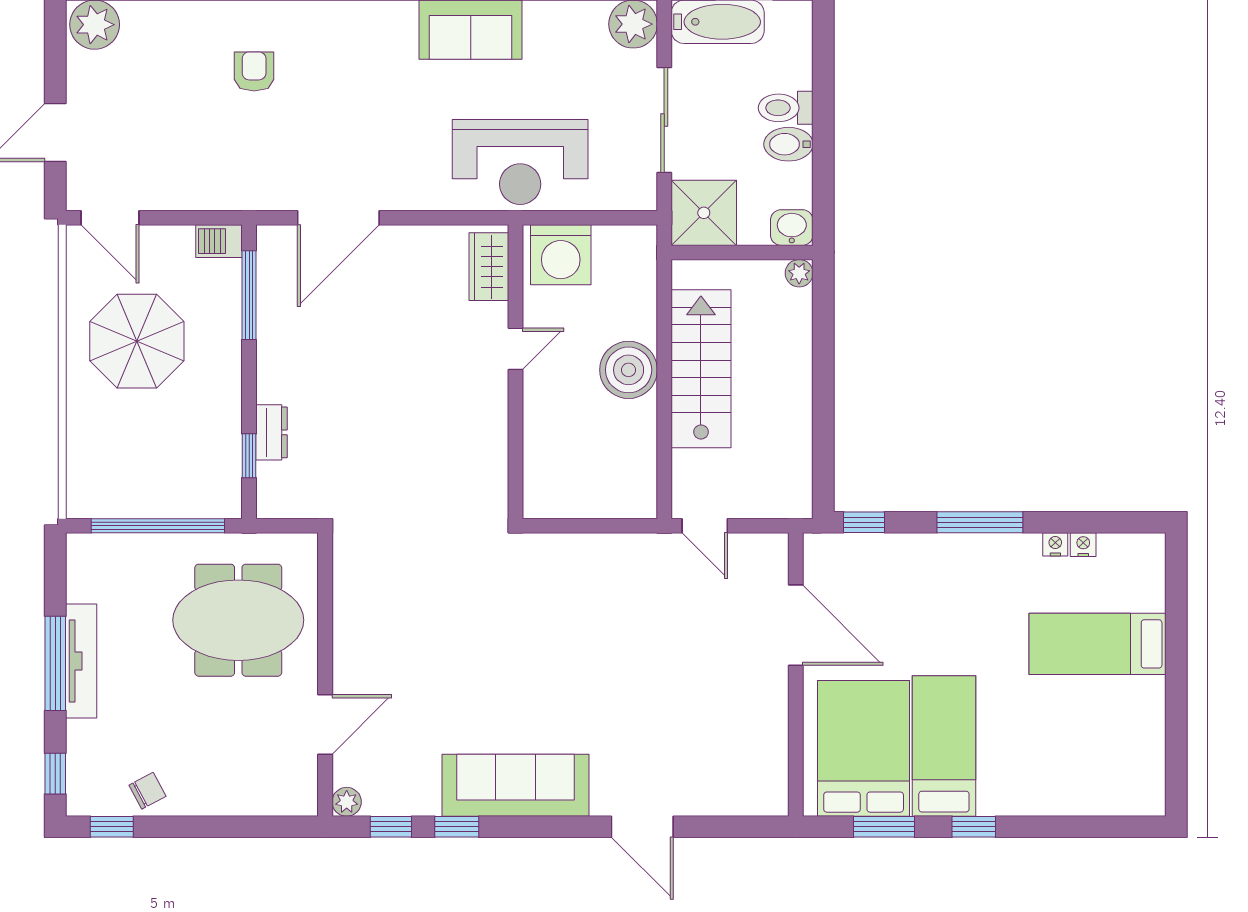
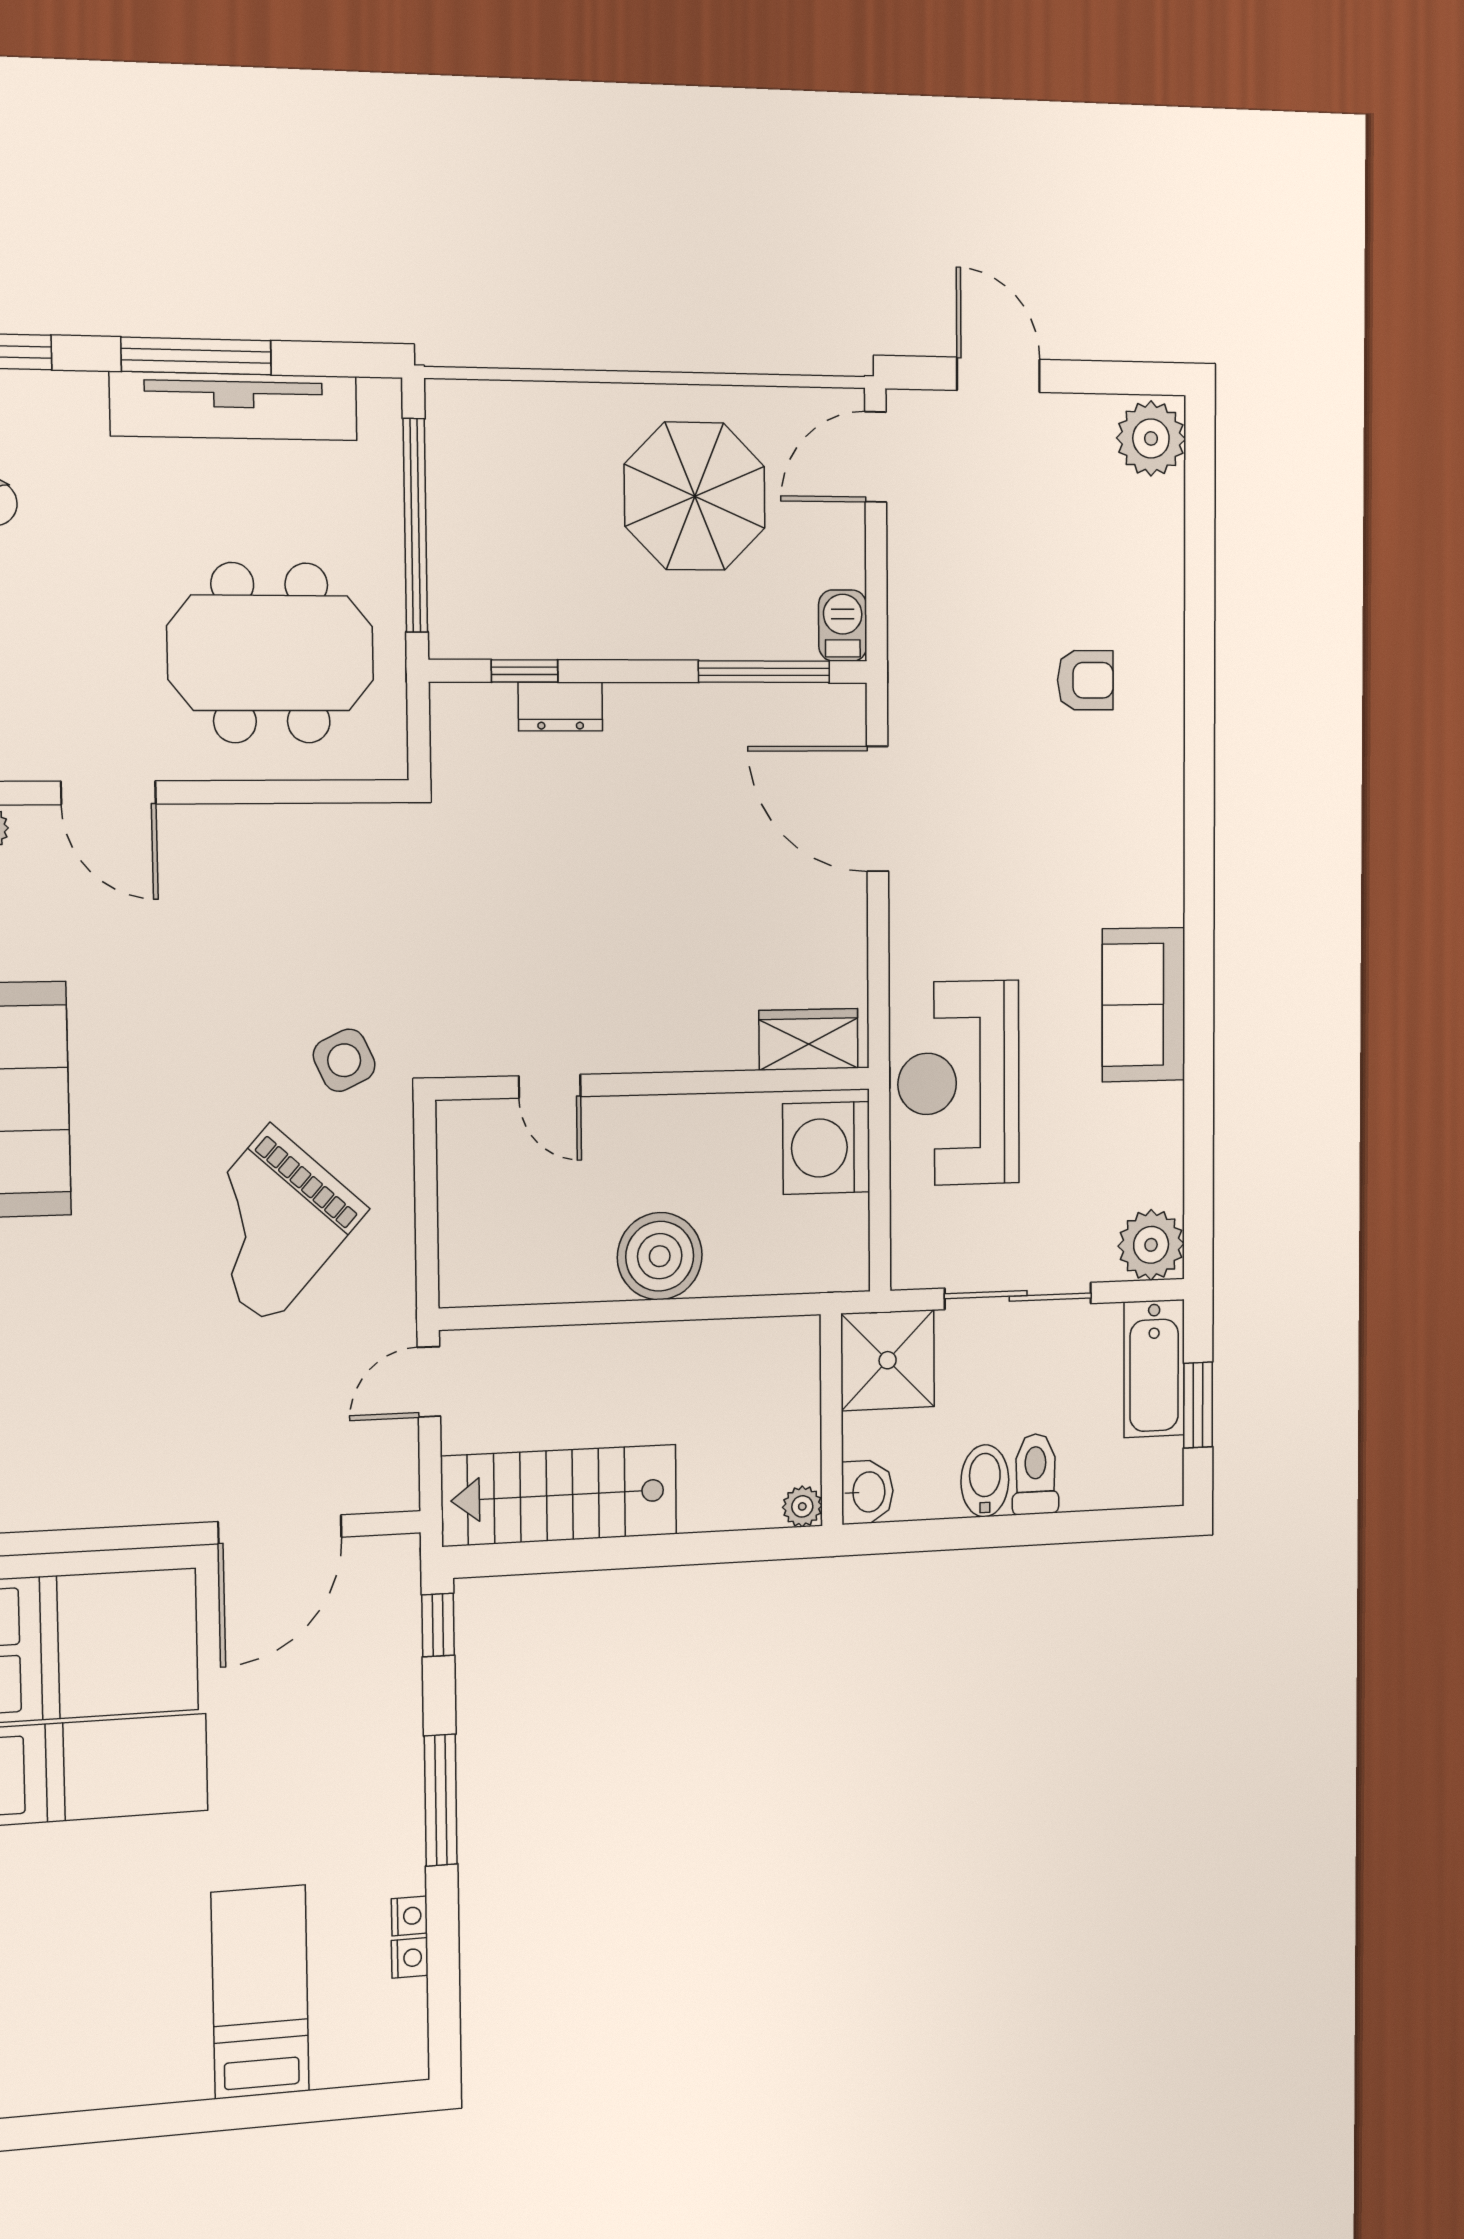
door: (515, 349) -> (550, 1086), moved
stairs: (701, 369) -> (559, 1495), moved, turned 180
side table: (496, 578) -> (344, 1060), added
meeting table: (238, 620) -> (271, 653), turned 90
grand piano: (599, 628) -> (270, 1225), added
tv unit: (81, 661) -> (234, 406), width x1.36, depth x1.29

